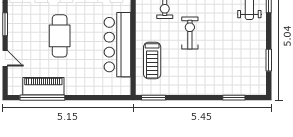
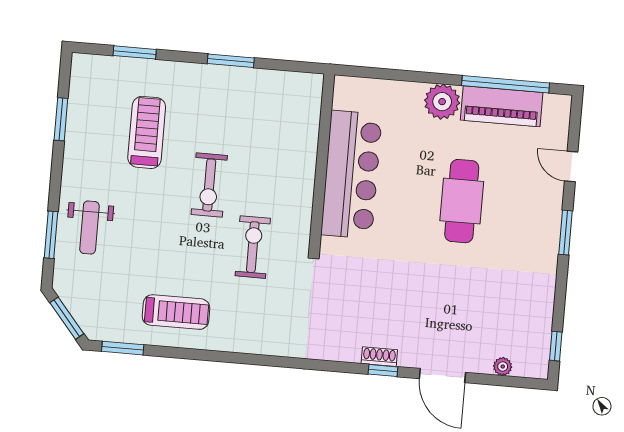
treadmill: (152, 61) -> (147, 132), moved
plant: (74, 86) -> (442, 102), added
window: (153, 98) -> (231, 61), moved

